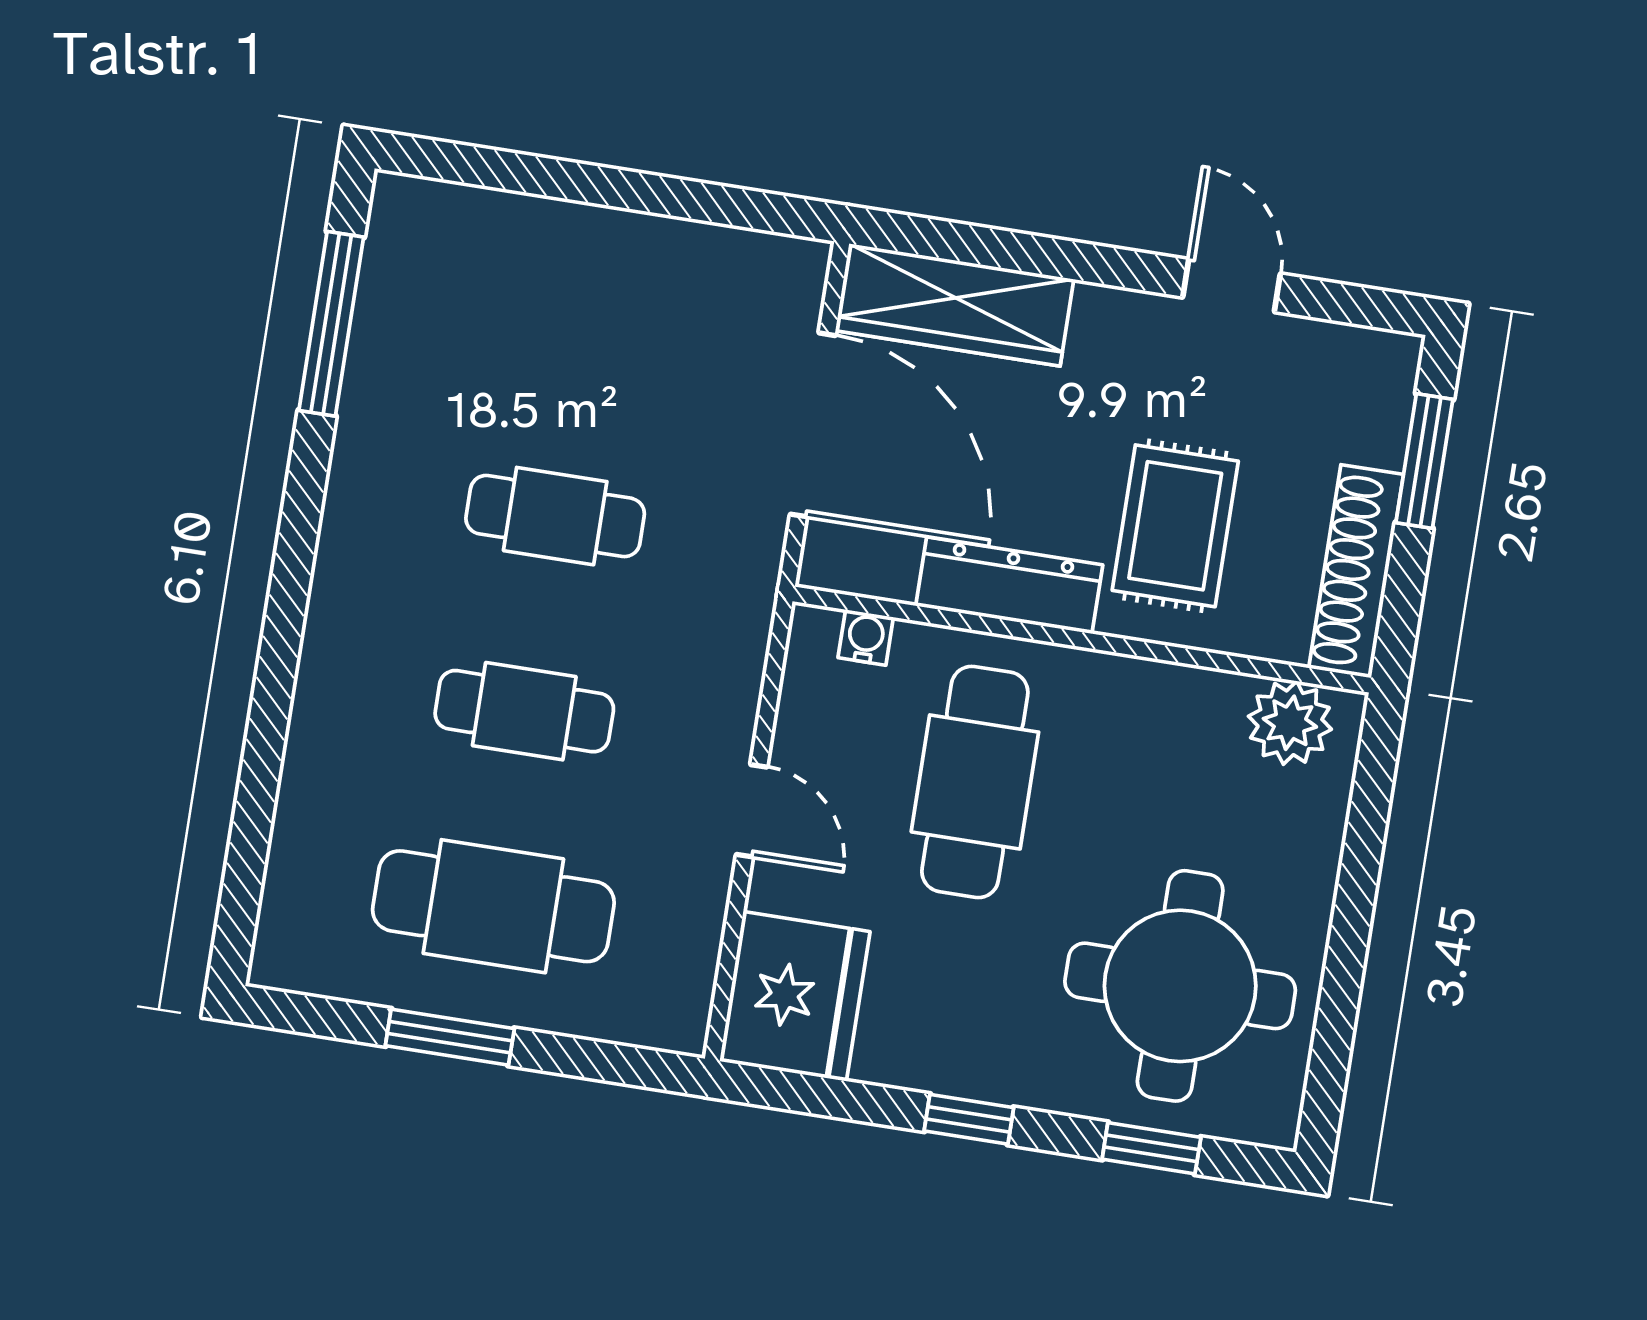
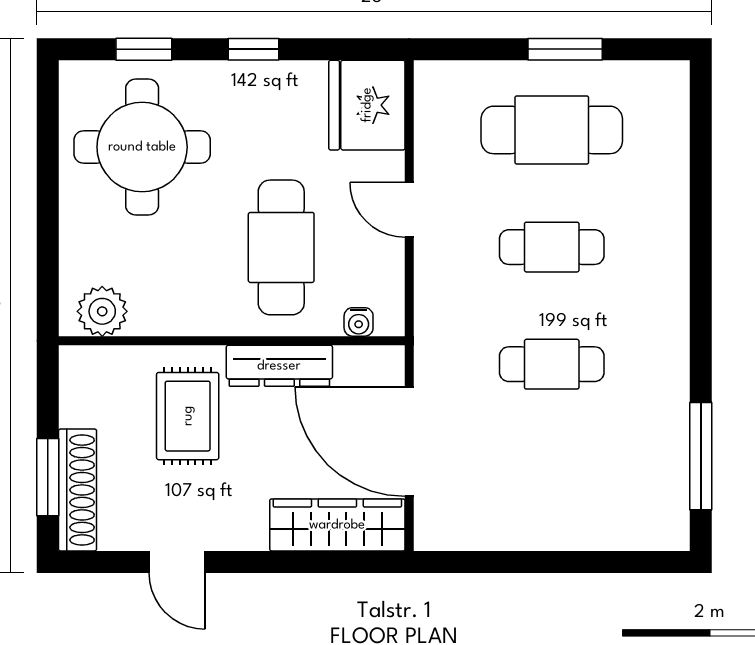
shoe rack: (1356, 571) -> (78, 490), moved

